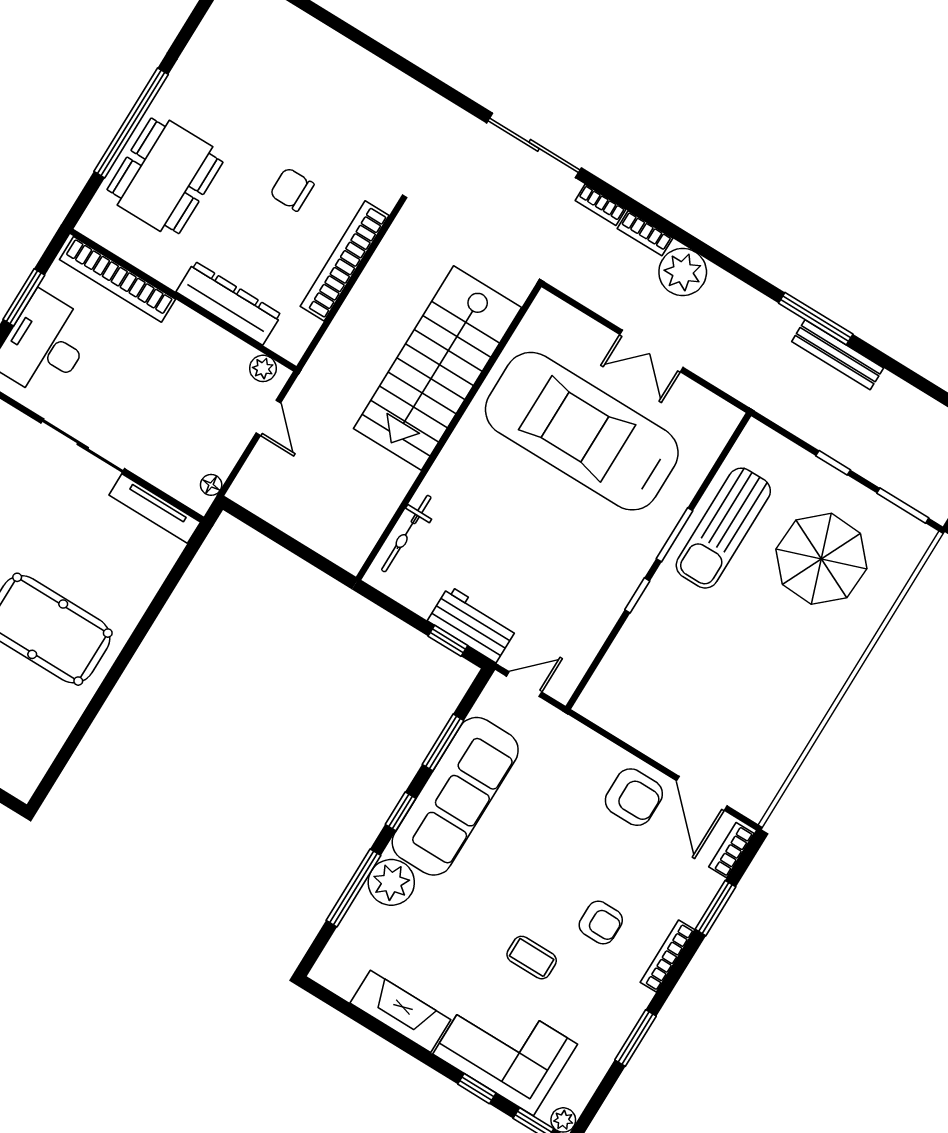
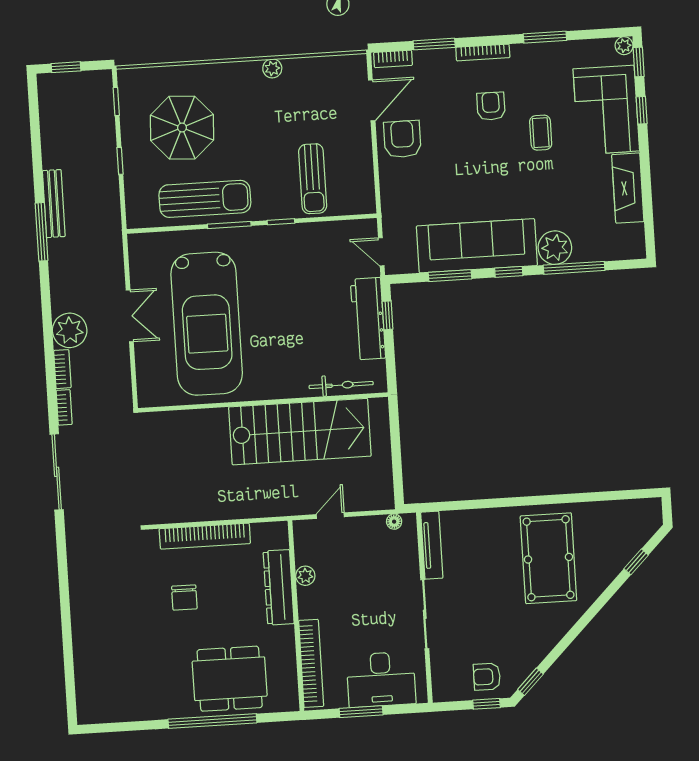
plant: (263, 368) -> (305, 576), moved
stairs: (438, 368) -> (300, 432), moved
window: (903, 506) -> (116, 102), width x0.67
workbench: (473, 624) -> (368, 319), width x1.37
sun lounger: (661, 665) -> (313, 179), added
plant: (816, 707) -> (272, 68), added

